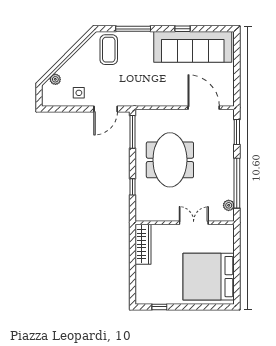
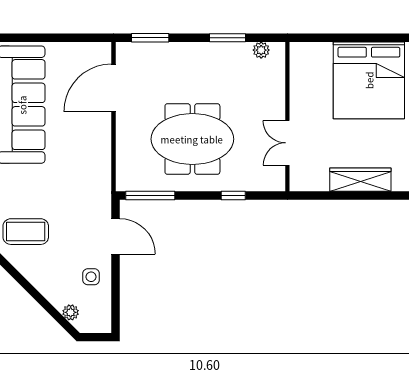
window: (237, 183) -> (228, 38), width x0.47
double door: (194, 223) -> (287, 143), moved
wardrobe: (143, 244) -> (360, 180), moved

